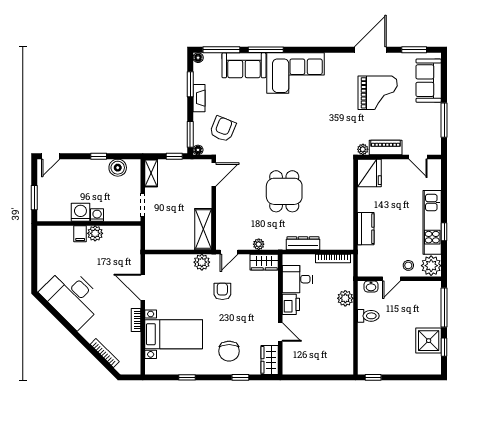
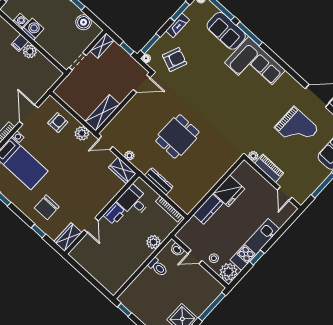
fridge: (369, 173) -> (229, 191), moved
washing machine: (97, 215) -> (21, 21), moved
armchair: (222, 291) -> (58, 123), moved

